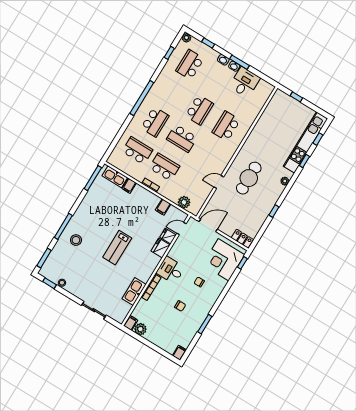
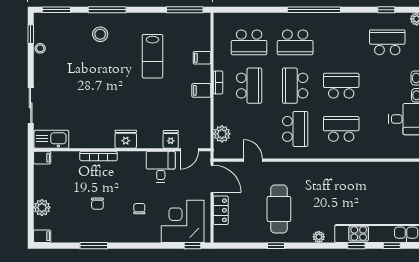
school desk: (199, 110) -> (341, 86), turned 180
school desk: (137, 151) -> (249, 42), turned 90
school desk: (209, 155) -> (295, 129), added
kitchen sink: (115, 177) -> (202, 34), removed
cafe table: (249, 178) -> (279, 209), moved, turned 90
door: (219, 182) -> (253, 160), moved
filing cabinet: (163, 207) -> (201, 90), moved
door: (182, 229) -> (189, 150), swing flipped
locker: (242, 239) -> (221, 210), moved
lab bench: (117, 248) -> (152, 56), moved, turned -90
fridge: (161, 248) -> (126, 139), moved
desk: (171, 270) -> (161, 167), moved
kitchen sink: (134, 292) -> (51, 139), moved
plant: (140, 329) -> (42, 208), moved

